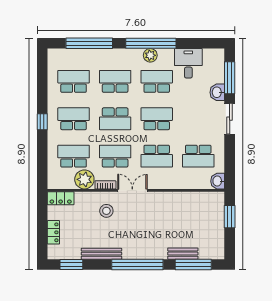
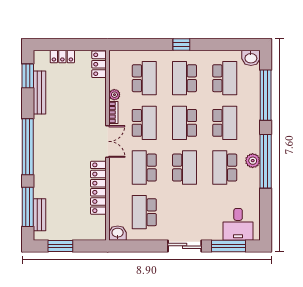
desk: (188, 63) -> (238, 224), moved, turned 90
school desk: (157, 81) -> (225, 168), turned 180
washbasin: (217, 92) -> (251, 58), moved, turned 180
school desk: (74, 119) -> (184, 78), turned 180
plant: (84, 179) -> (114, 95), width x0.53, depth x0.53
locker: (175, 199) -> (98, 188), added
stool: (106, 211) -> (85, 113), removed
window: (230, 217) -> (60, 246), moved
bench: (101, 254) -> (39, 93), moved
bench: (183, 254) -> (40, 215), moved

